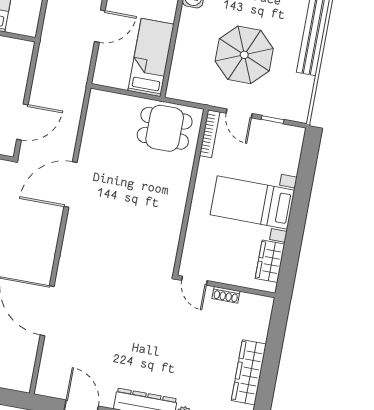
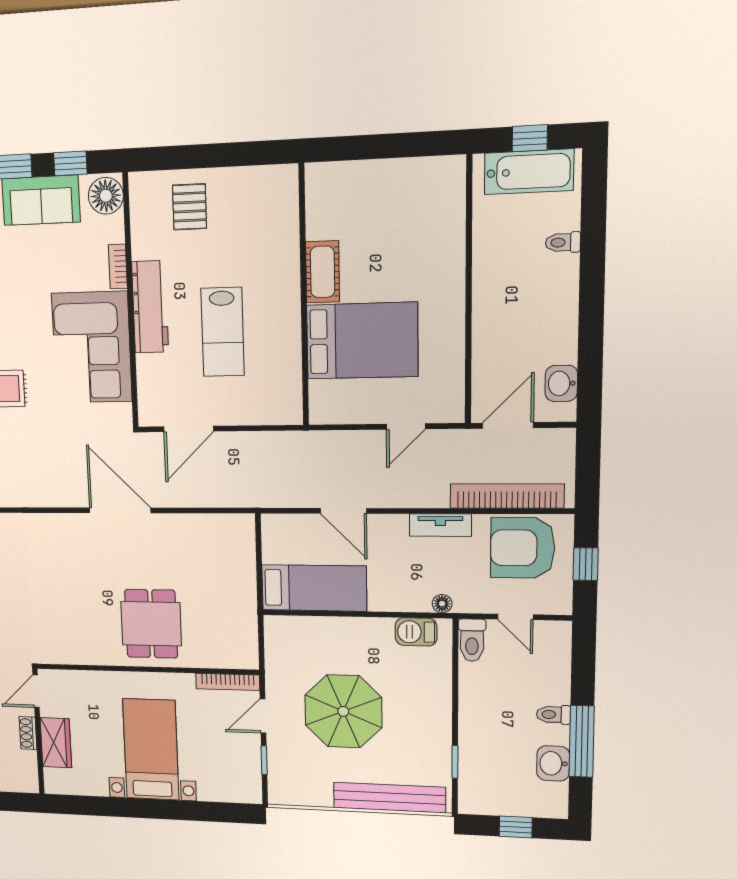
door: (22, 122) -> (189, 429), hinge flipped
dining table: (165, 128) -> (151, 624), moved
wardrobe: (270, 261) -> (56, 743), moved, turned 90

